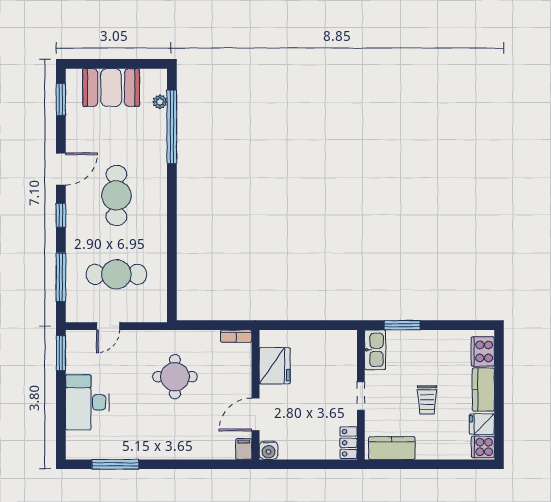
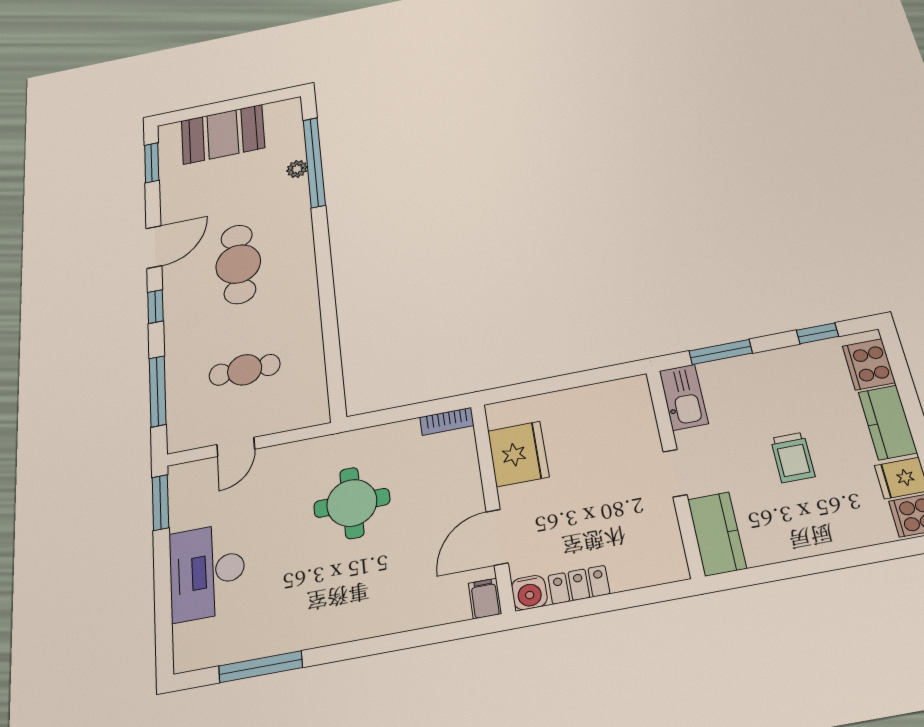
plant: (160, 102) -> (297, 169), moved
cafe table: (116, 274) -> (245, 370), width x0.73, depth x0.74
window: (460, 325) -> (818, 333), added
locker: (348, 443) -> (579, 585), moved, turned 90
kitchen counter: (392, 448) -> (717, 534), moved, turned 90

